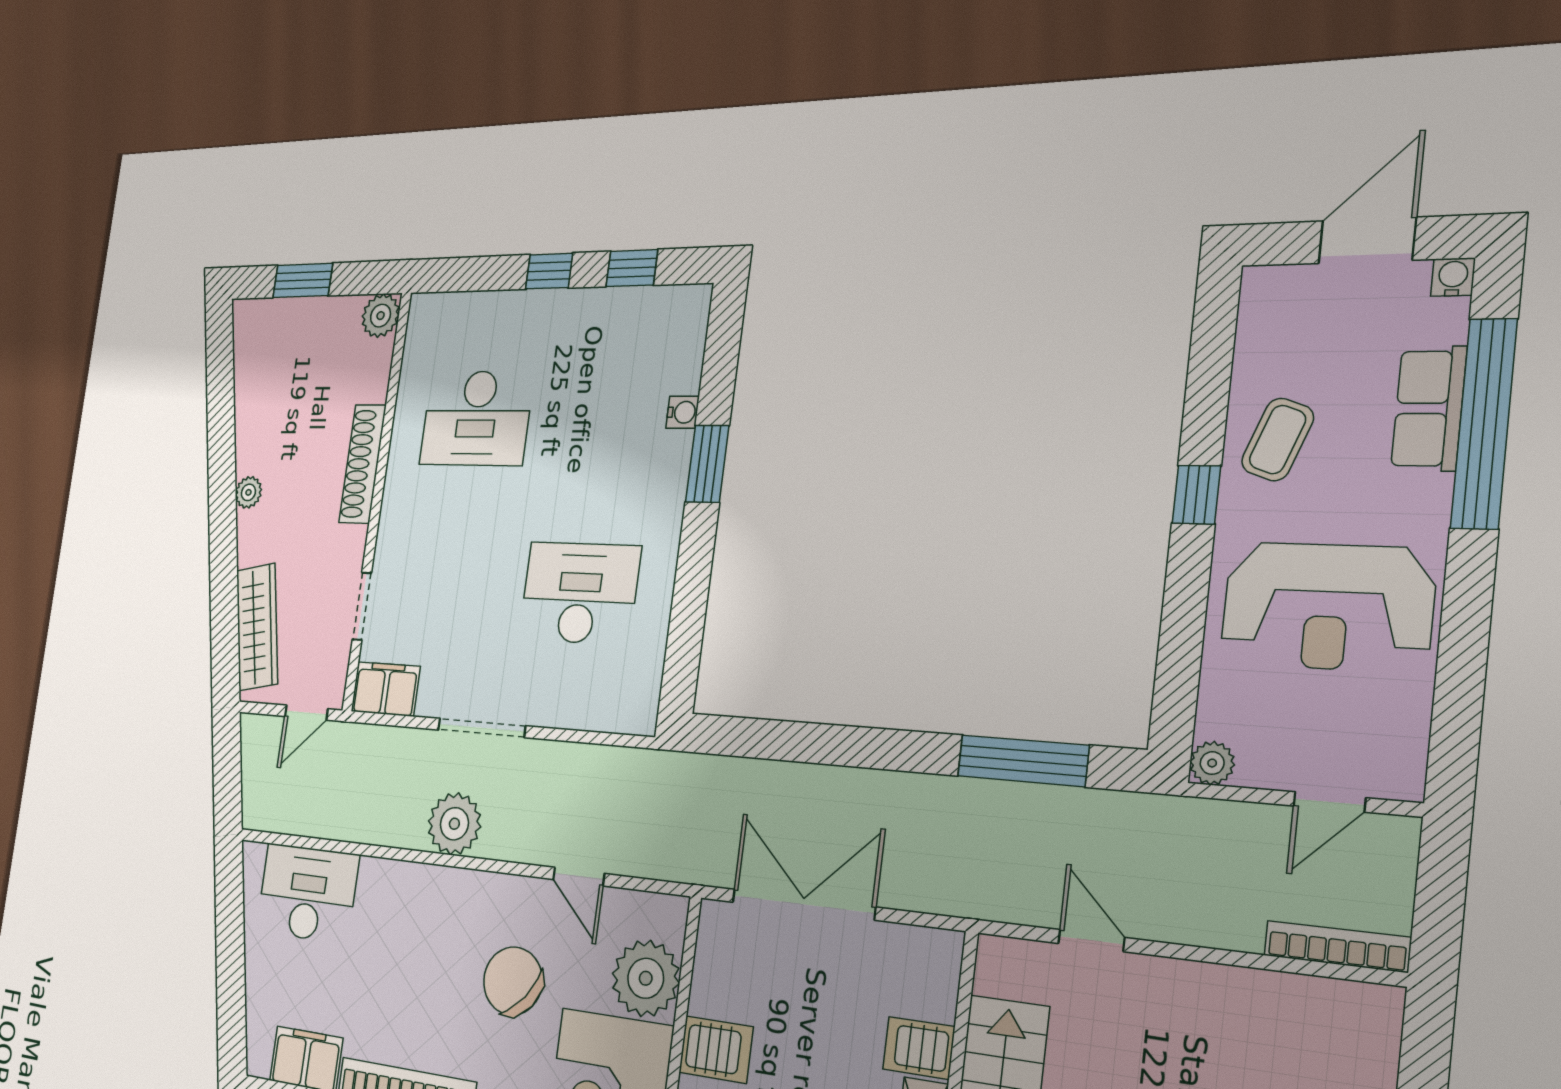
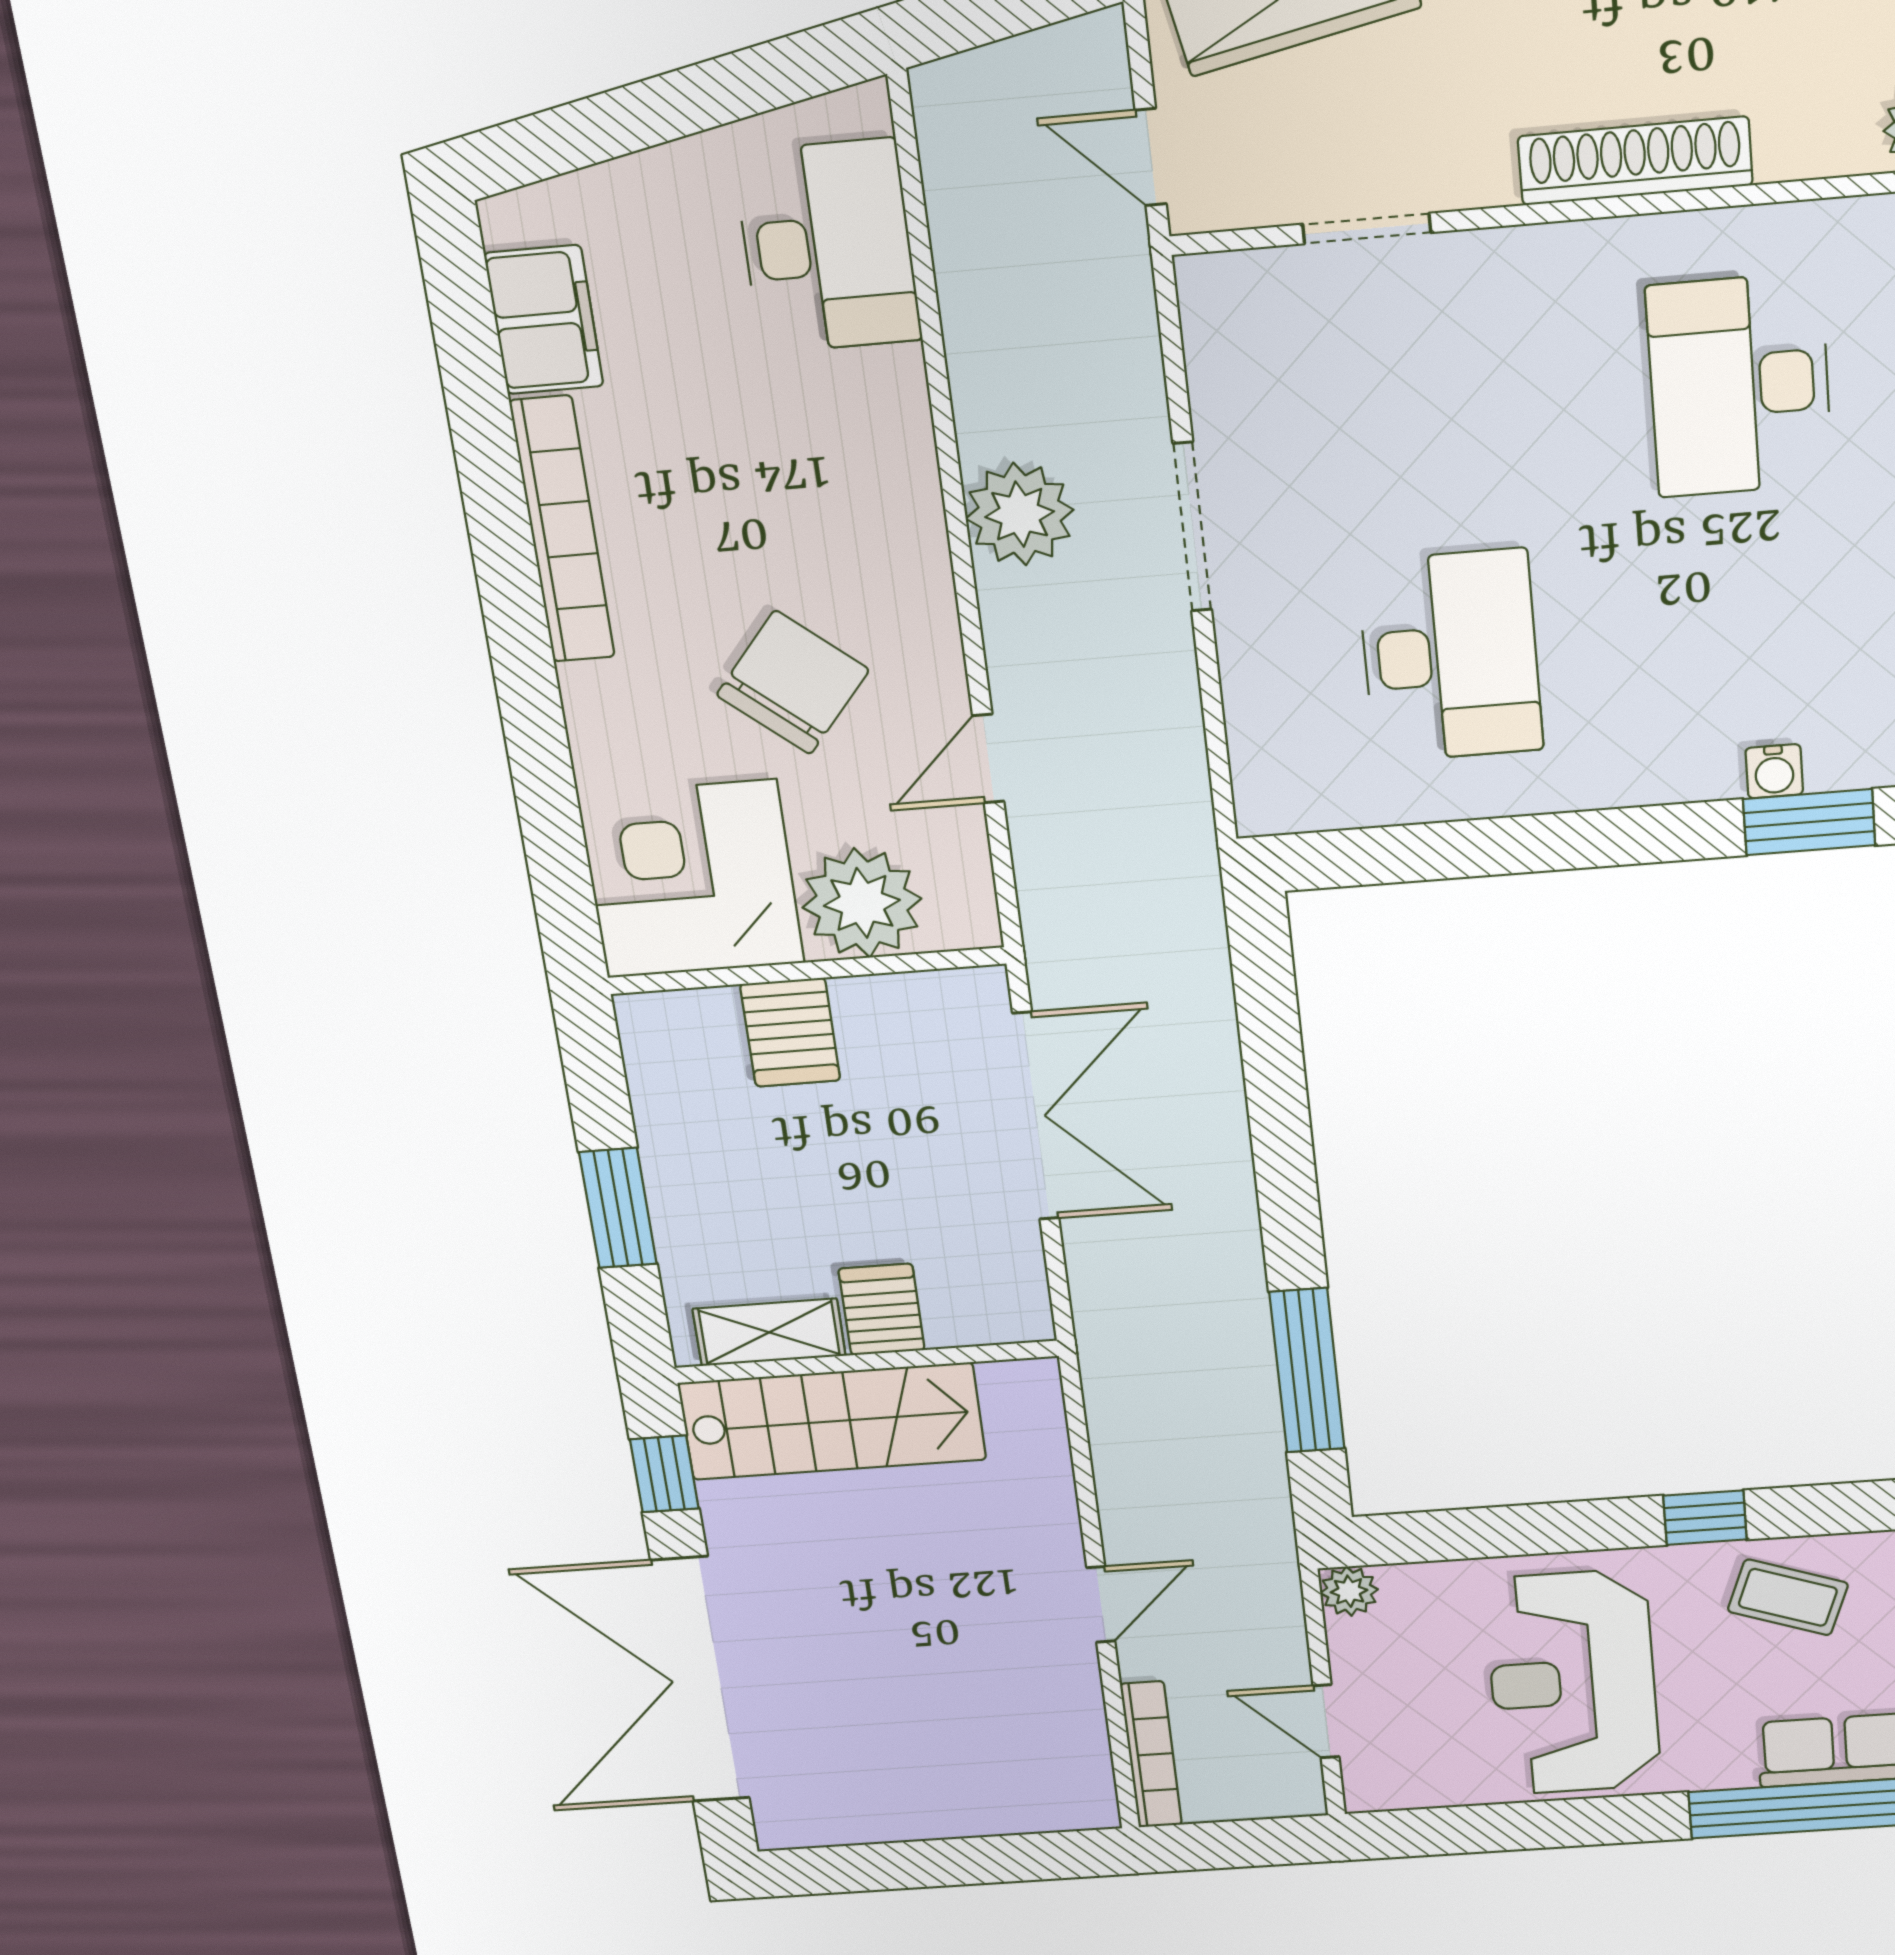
window: (707, 464) -> (1809, 822), moved
filing cabinet: (385, 689) -> (1225, 318), removed
door: (1091, 941) -> (1101, 1605), moved

